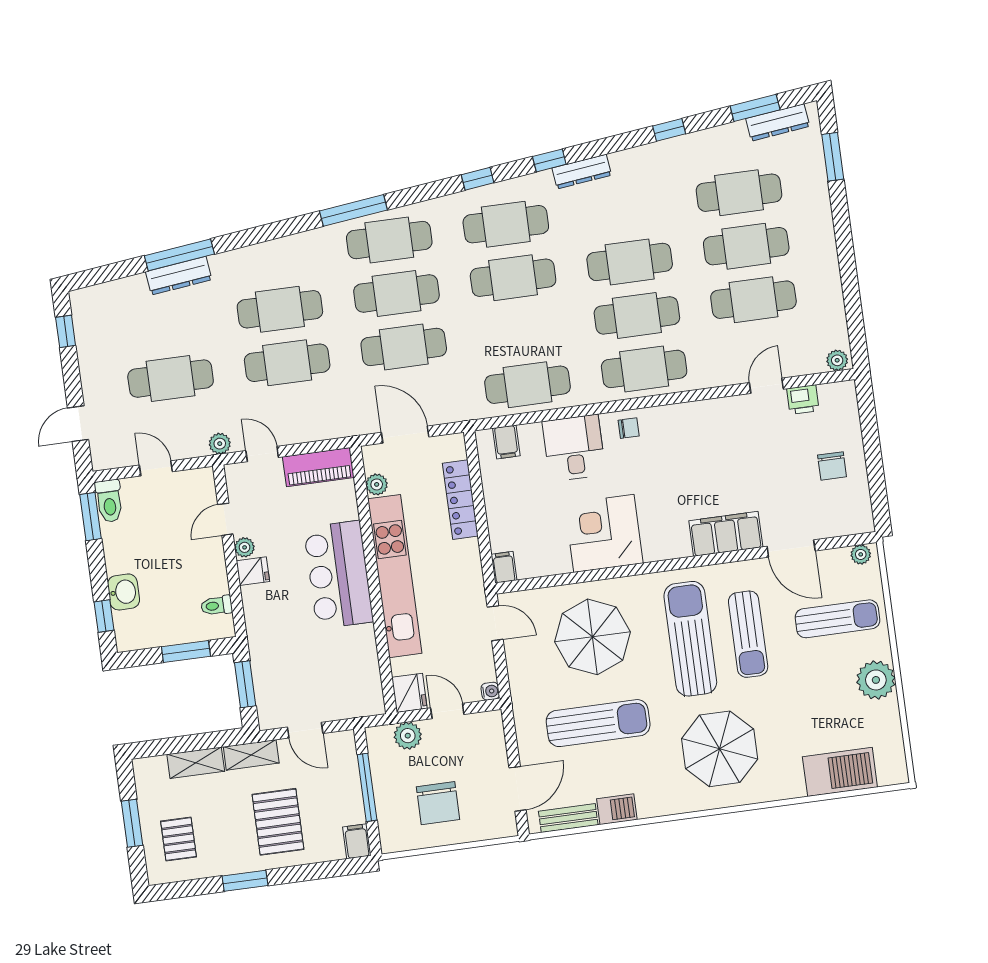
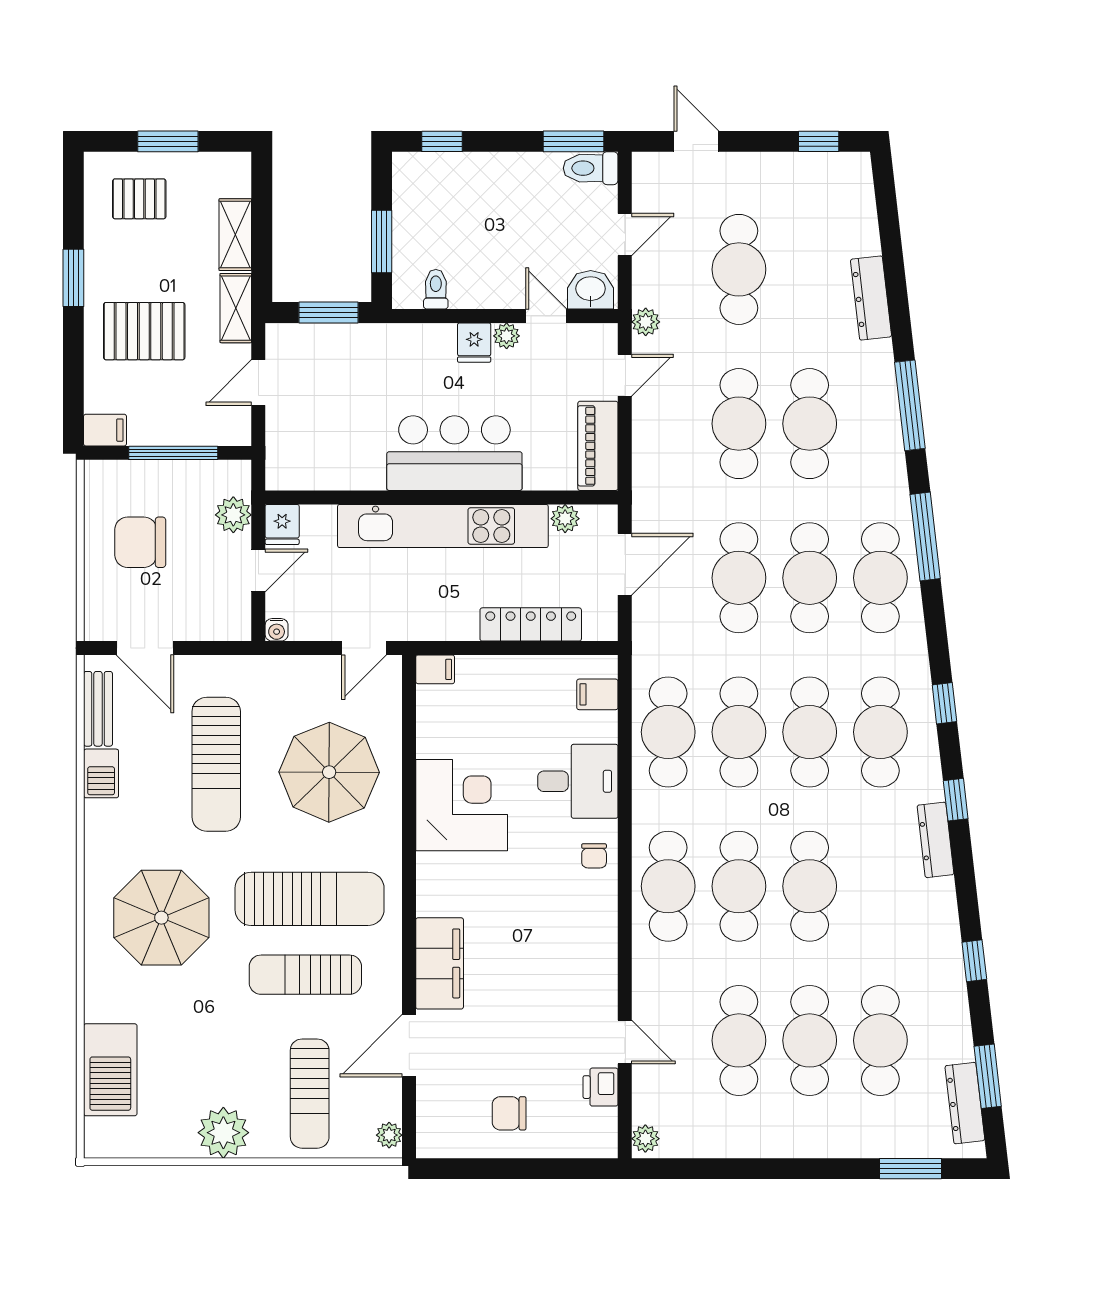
window: (179, 255) -> (910, 405), moved
cafe table: (520, 331) -> (739, 732), added
washbasin: (124, 592) -> (591, 290), moved, turned 180
fridge: (409, 693) -> (282, 524), width x0.72

